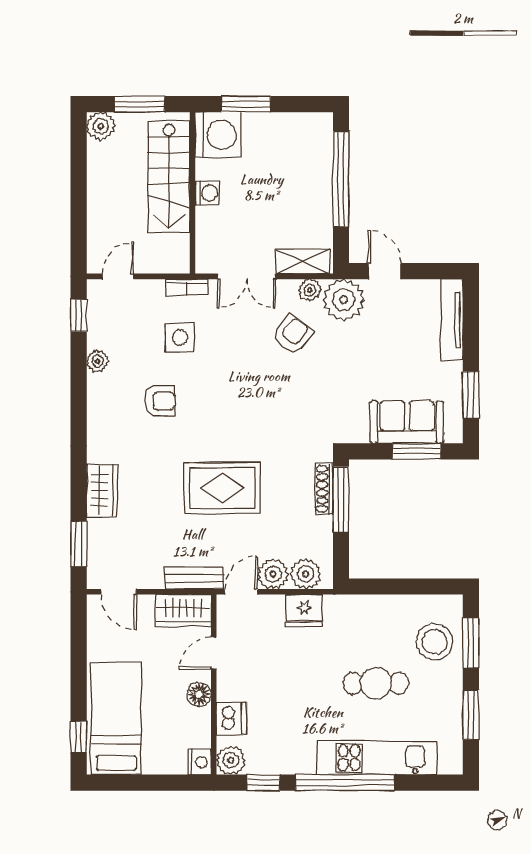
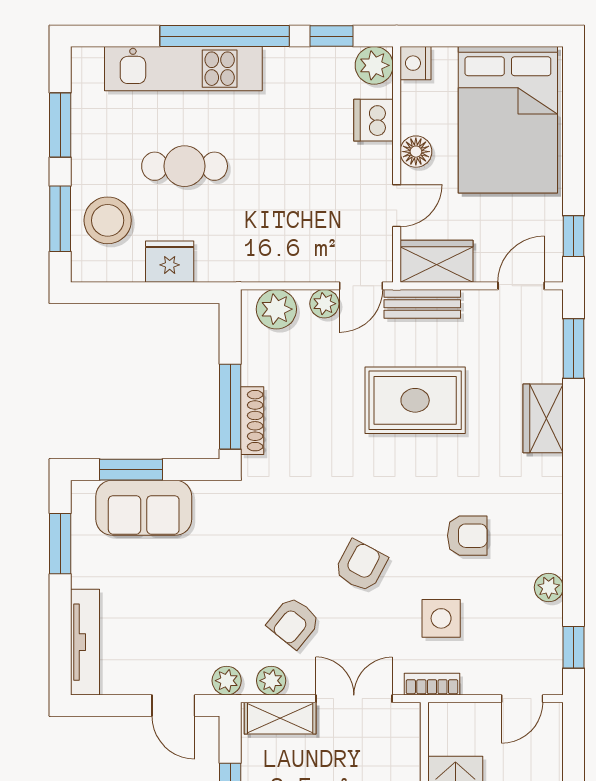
plant: (344, 300) -> (227, 681), width x0.53, depth x0.53
armchair: (241, 378) -> (361, 566), added
armchair: (160, 401) -> (467, 536), turned 180
rug: (222, 488) -> (415, 400), moved
plant: (273, 574) -> (324, 304), width x0.73, depth x0.73
door: (119, 592) -> (521, 286), hinge flipped
fridge: (304, 610) -> (170, 262), moved
bed: (116, 719) -> (508, 120), width x1.50
window: (79, 737) -> (574, 236), moved

